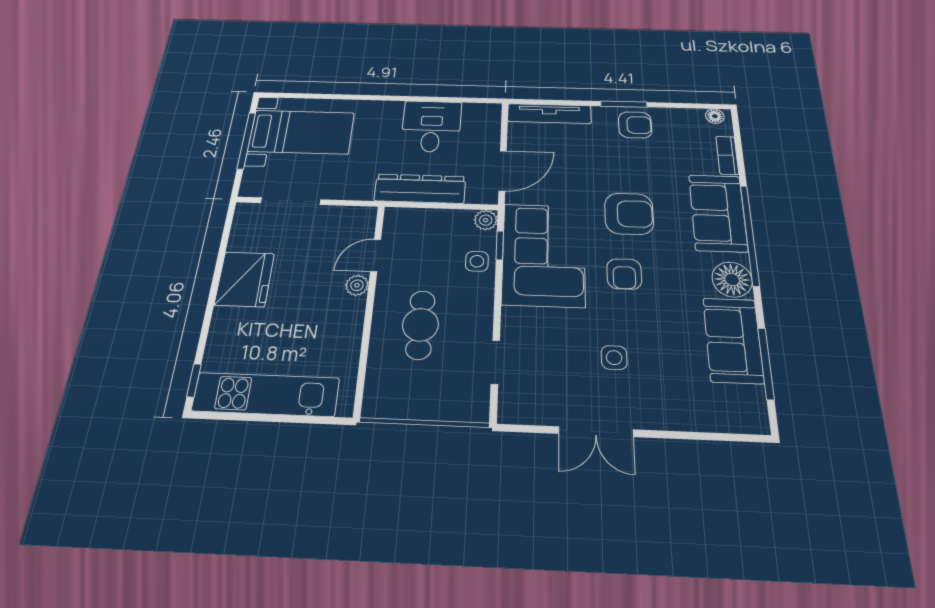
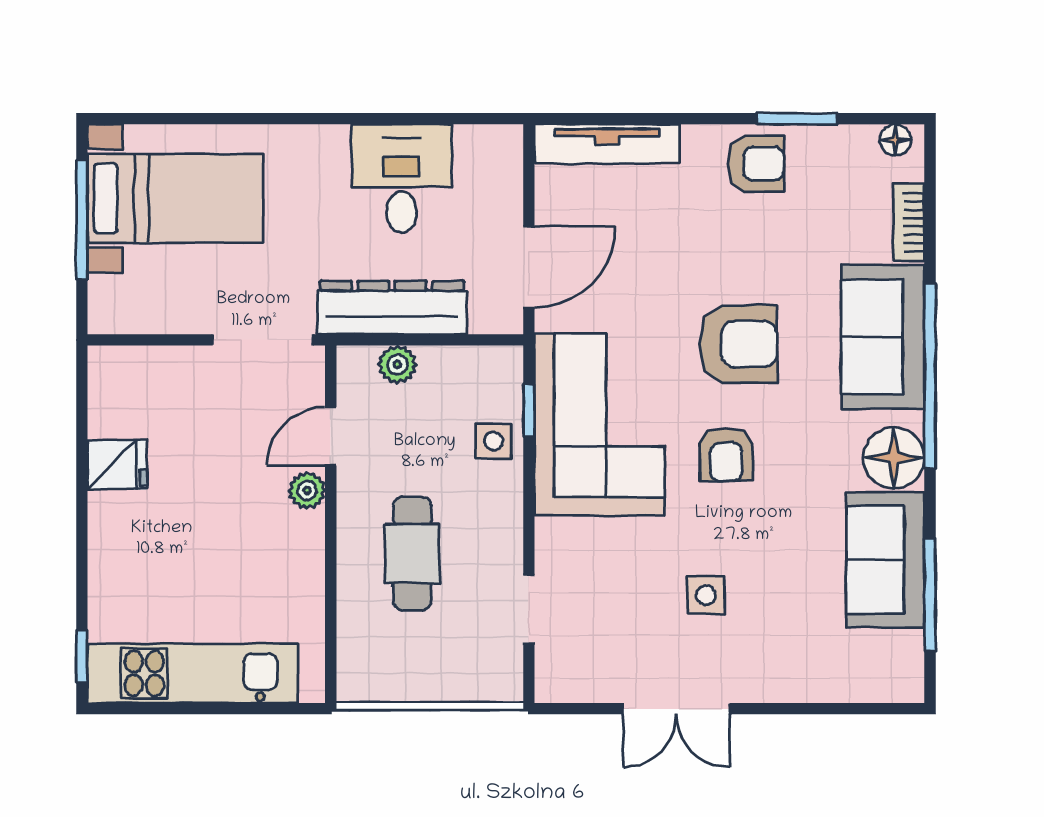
window: (624, 104) -> (797, 119), moved
doorway: (291, 201) -> (263, 340), moved
plant: (486, 220) -> (397, 364), moved
fridge: (245, 279) -> (117, 465), width x0.53, depth x0.75

